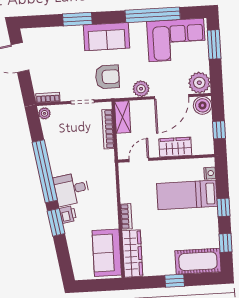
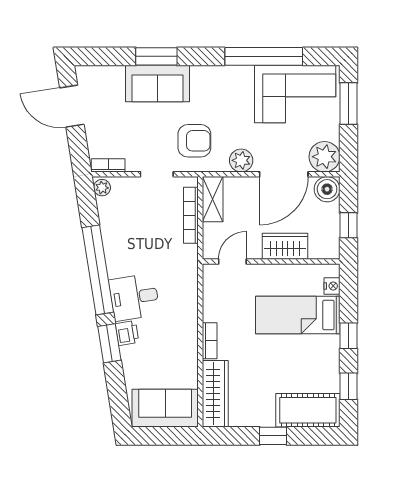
sofa: (107, 37) -> (157, 84), moved
sofa: (107, 253) -> (165, 408), moved, turned 90

